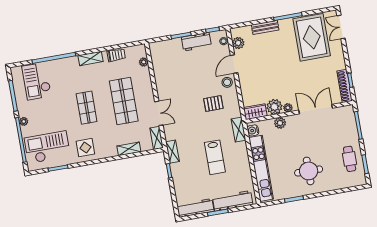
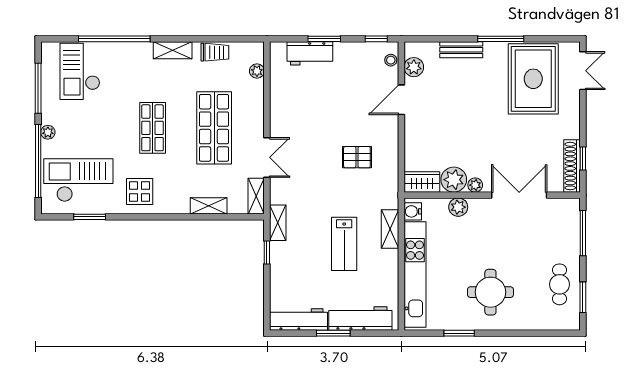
double door: (341, 27) -> (583, 71), swing flipped
workbench: (196, 42) -> (310, 53), moved
stool: (227, 82) -> (385, 127), removed
shelving: (239, 130) -> (390, 229), moved

